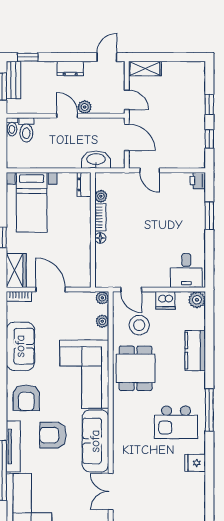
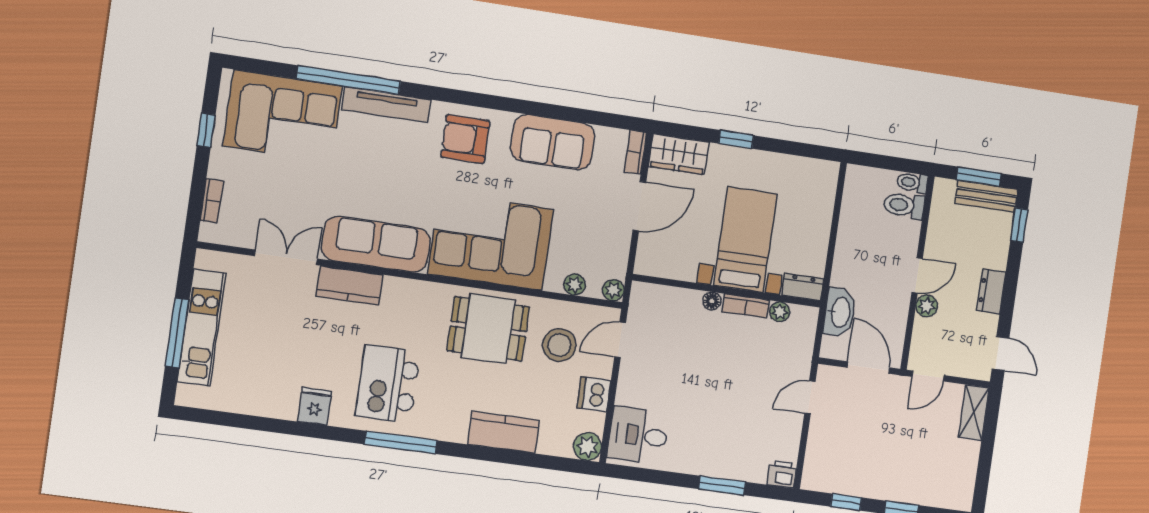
door: (127, 137) -> (868, 368), swing flipped
bed with nightstands: (32, 202) -> (745, 240), moved, turned 90
armchair: (53, 435) -> (396, 174), removed
kitchen counter: (122, 453) -> (349, 285), added

